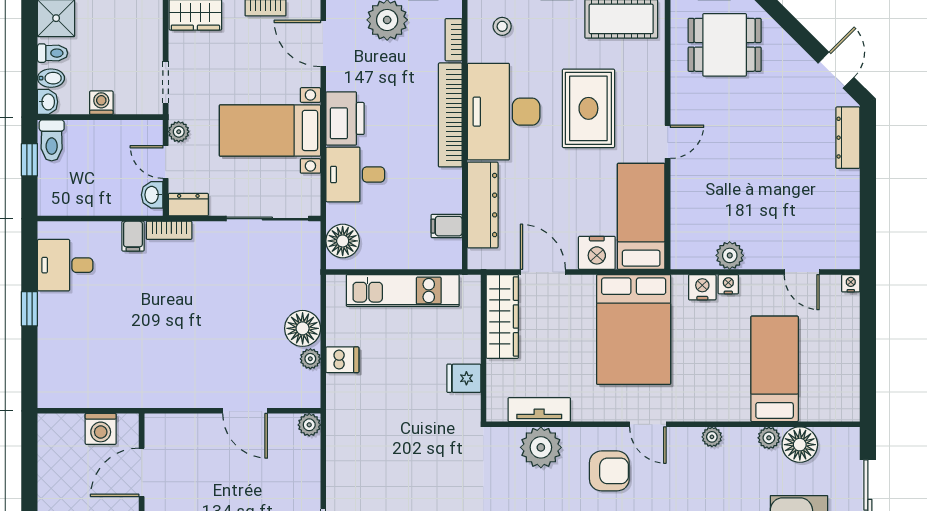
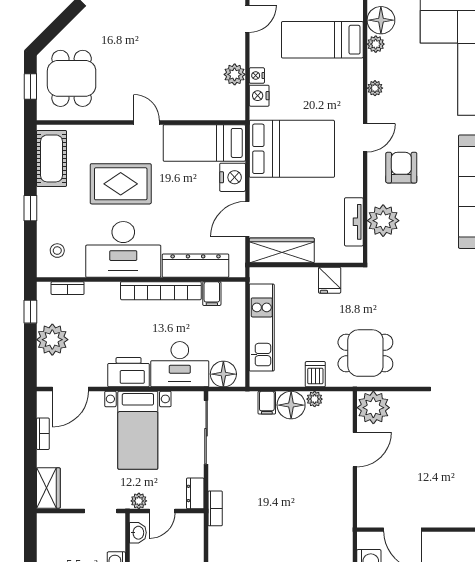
bookcase: (450, 115) -> (161, 291), moved
desk: (355, 174) -> (180, 364), width x1.37
washbasin: (152, 195) -> (138, 533), moved, turned -90
filing cabinet: (133, 236) -> (267, 403), moved, turned 90
plant: (309, 425) -> (373, 408), width x1.88, depth x1.88
dining table: (370, 425) -> (365, 353), added

